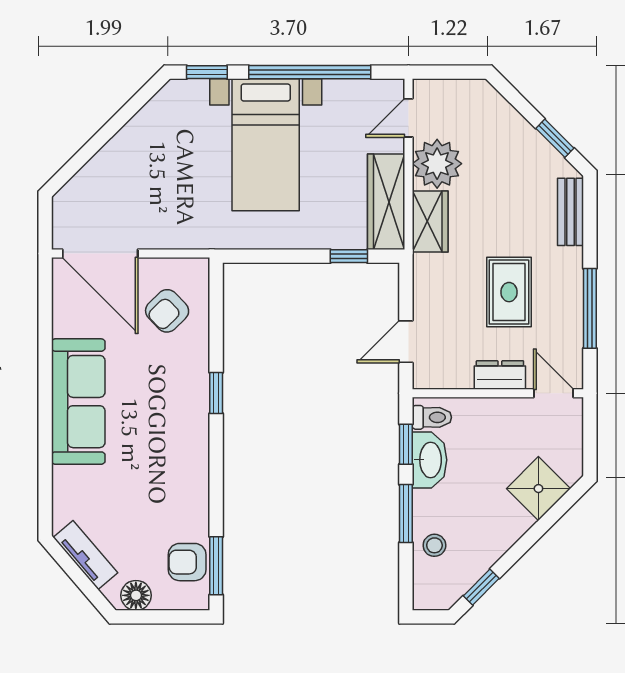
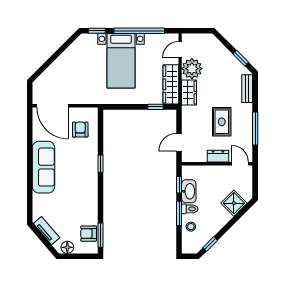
armchair: (167, 311) -> (80, 130), turned 134
toilet: (432, 417) -> (190, 209), moved

